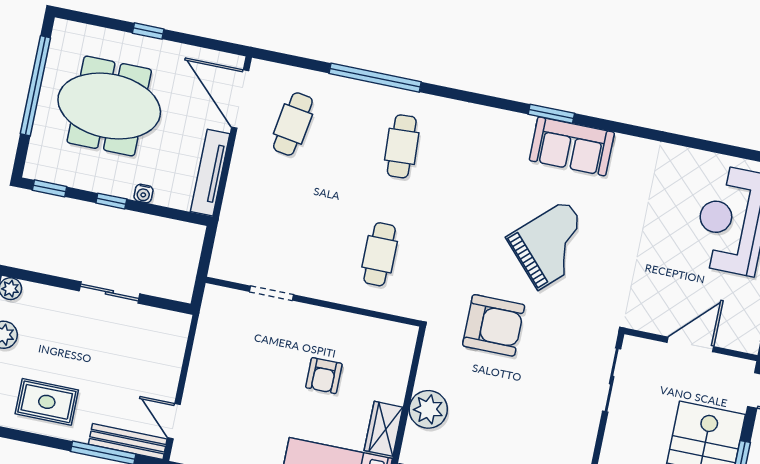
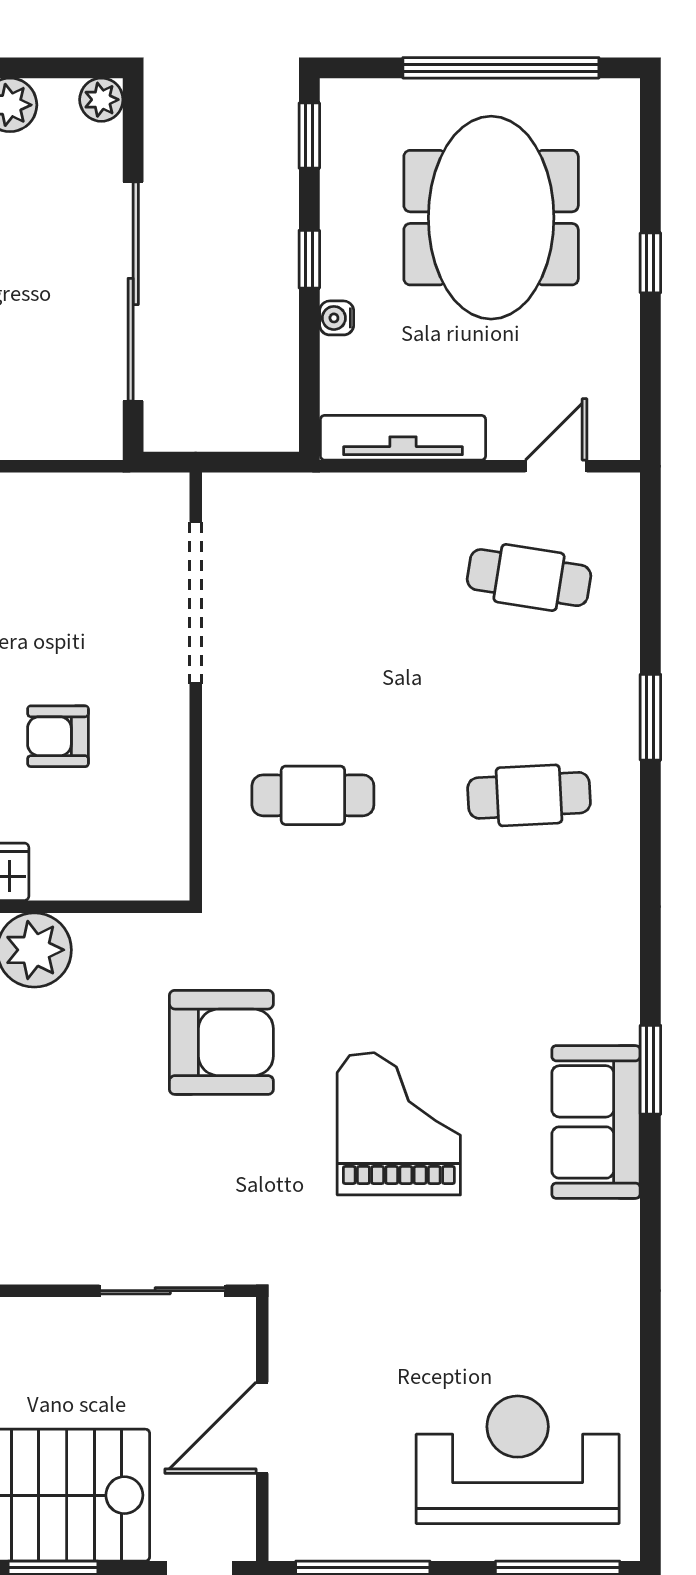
window: (375, 78) -> (650, 717), width x0.47
door: (240, 99) -> (556, 466), width x0.53
grand piano: (552, 245) -> (399, 1124), turned -137
sliding door: (109, 292) -> (133, 292), width x1.86
doorway: (271, 293) -> (196, 603), width x1.87
armchair: (494, 325) -> (221, 1042), turned -90
door: (690, 344) -> (262, 1428), swing flipped

